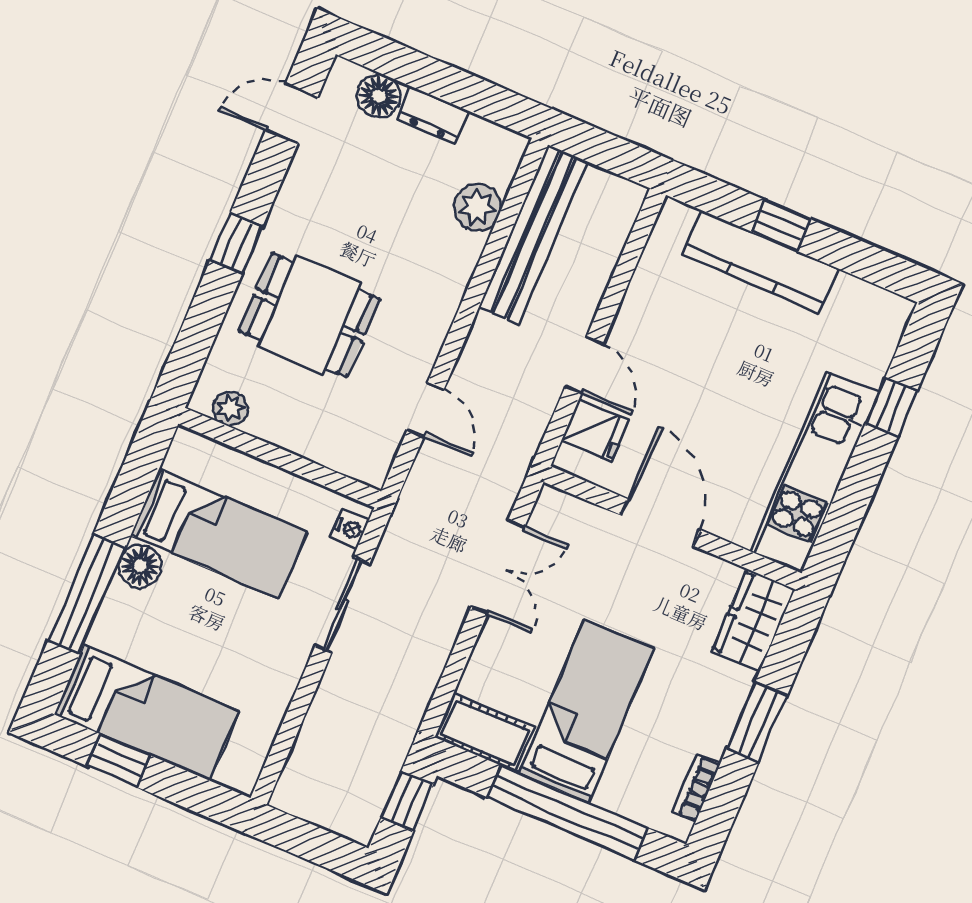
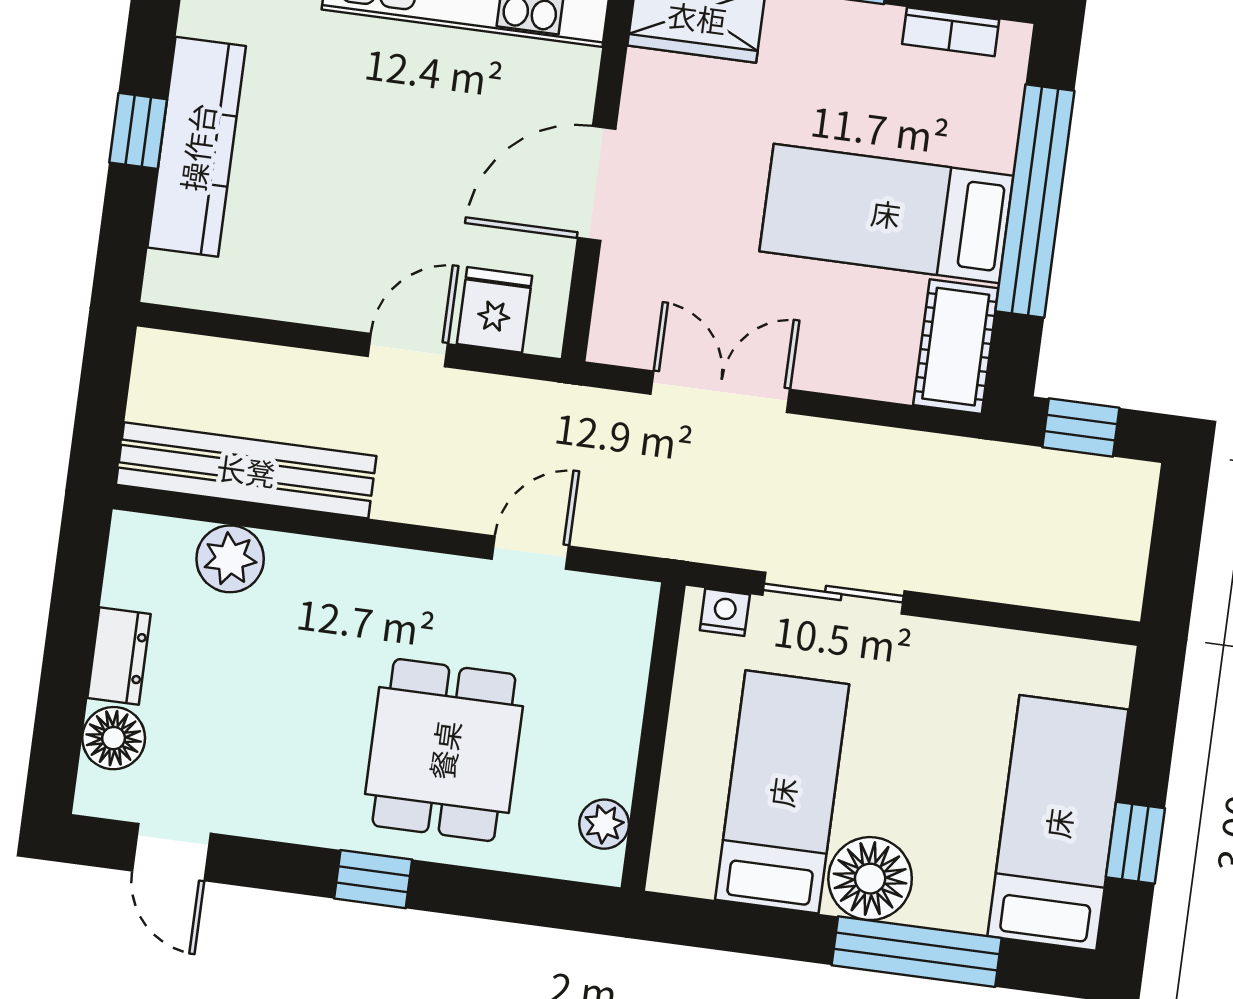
floor lamp: (140, 566) -> (870, 879), width x1.38, depth x1.38

